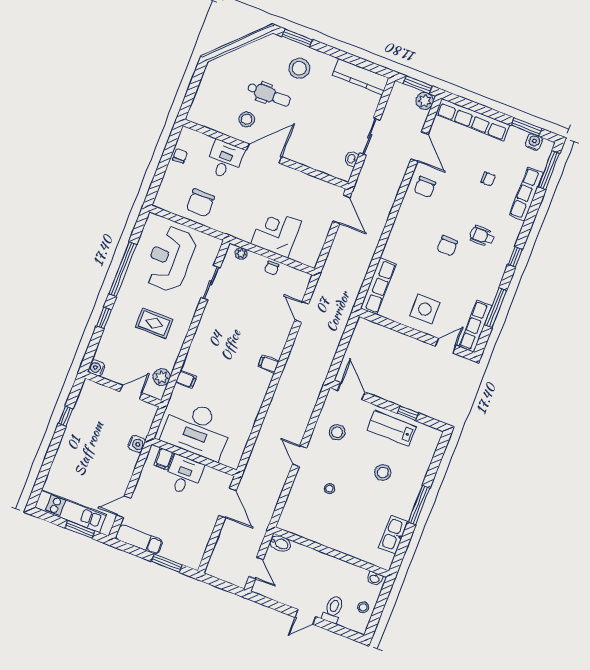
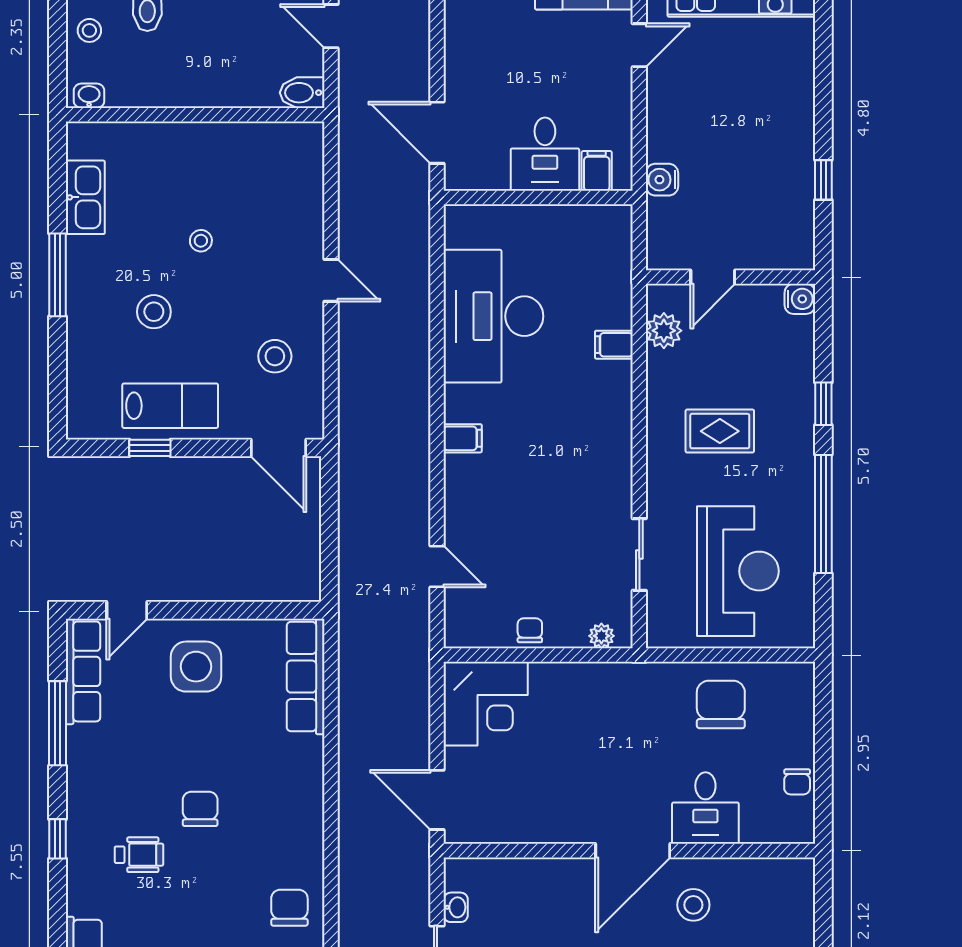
corner desk: (276, 233) -> (486, 704), moved
desk: (197, 430) -> (493, 316), moved, turned -90
stool: (329, 489) -> (201, 241), moved

